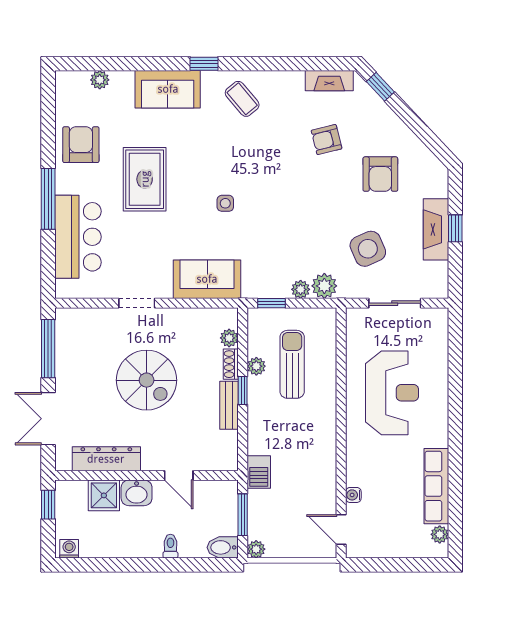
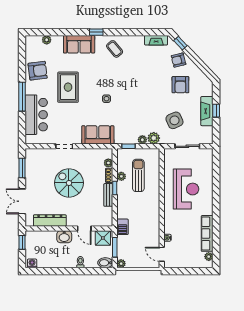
armchair: (327, 140) -> (179, 60), moved
armchair: (81, 145) -> (38, 71), turned 83
window: (48, 349) -> (22, 168), width x0.69
spiral stairs: (147, 380) -> (69, 183), turned 180
shower: (104, 495) -> (103, 238), moved

